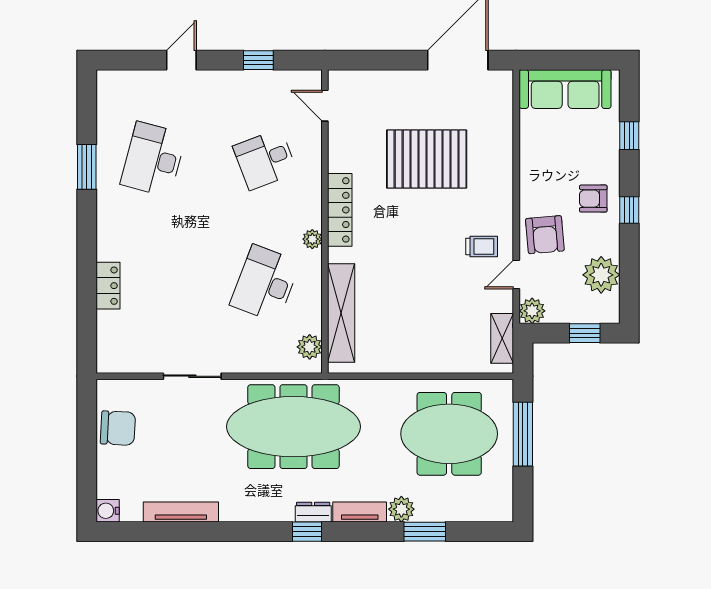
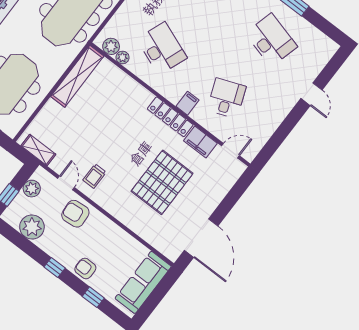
window: (258, 60) -> (281, 134), removed
filing cabinet: (342, 150) -> (200, 142), added
armchair: (593, 199) -> (85, 268), moved, turned -90
filing cabinet: (307, 202) -> (187, 103), added
plant: (312, 239) -> (122, 57), moved
plant: (532, 311) -> (32, 189), moved
shelving: (341, 313) -> (77, 76), moved, turned 90

